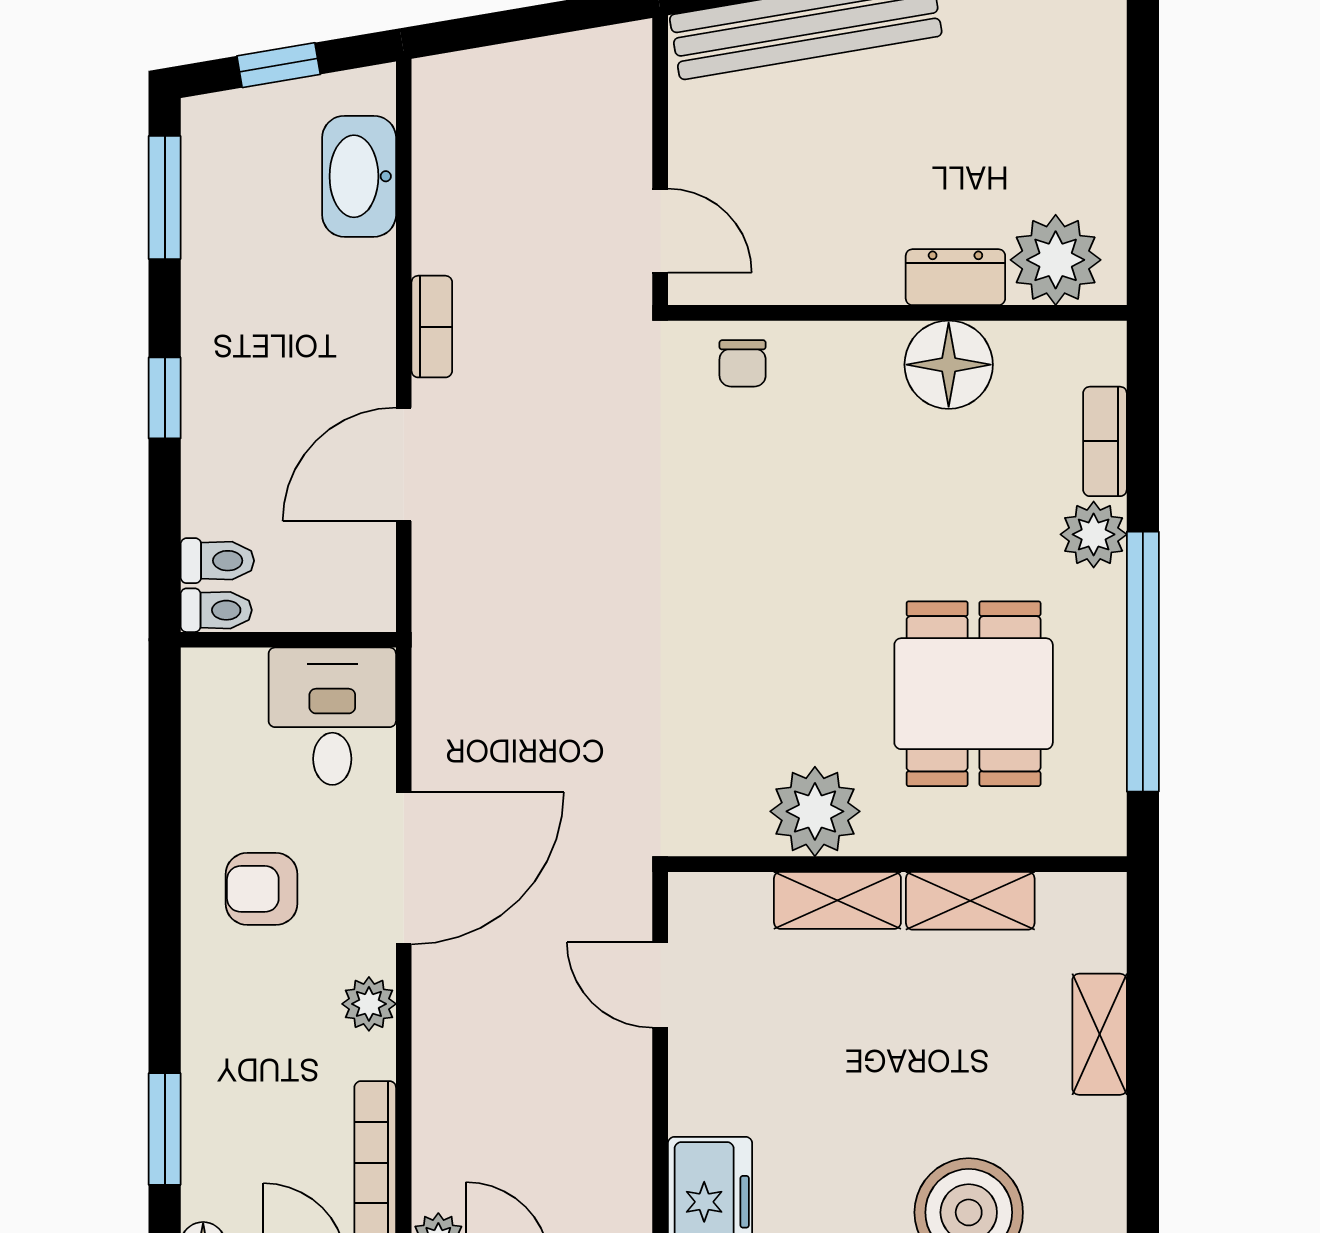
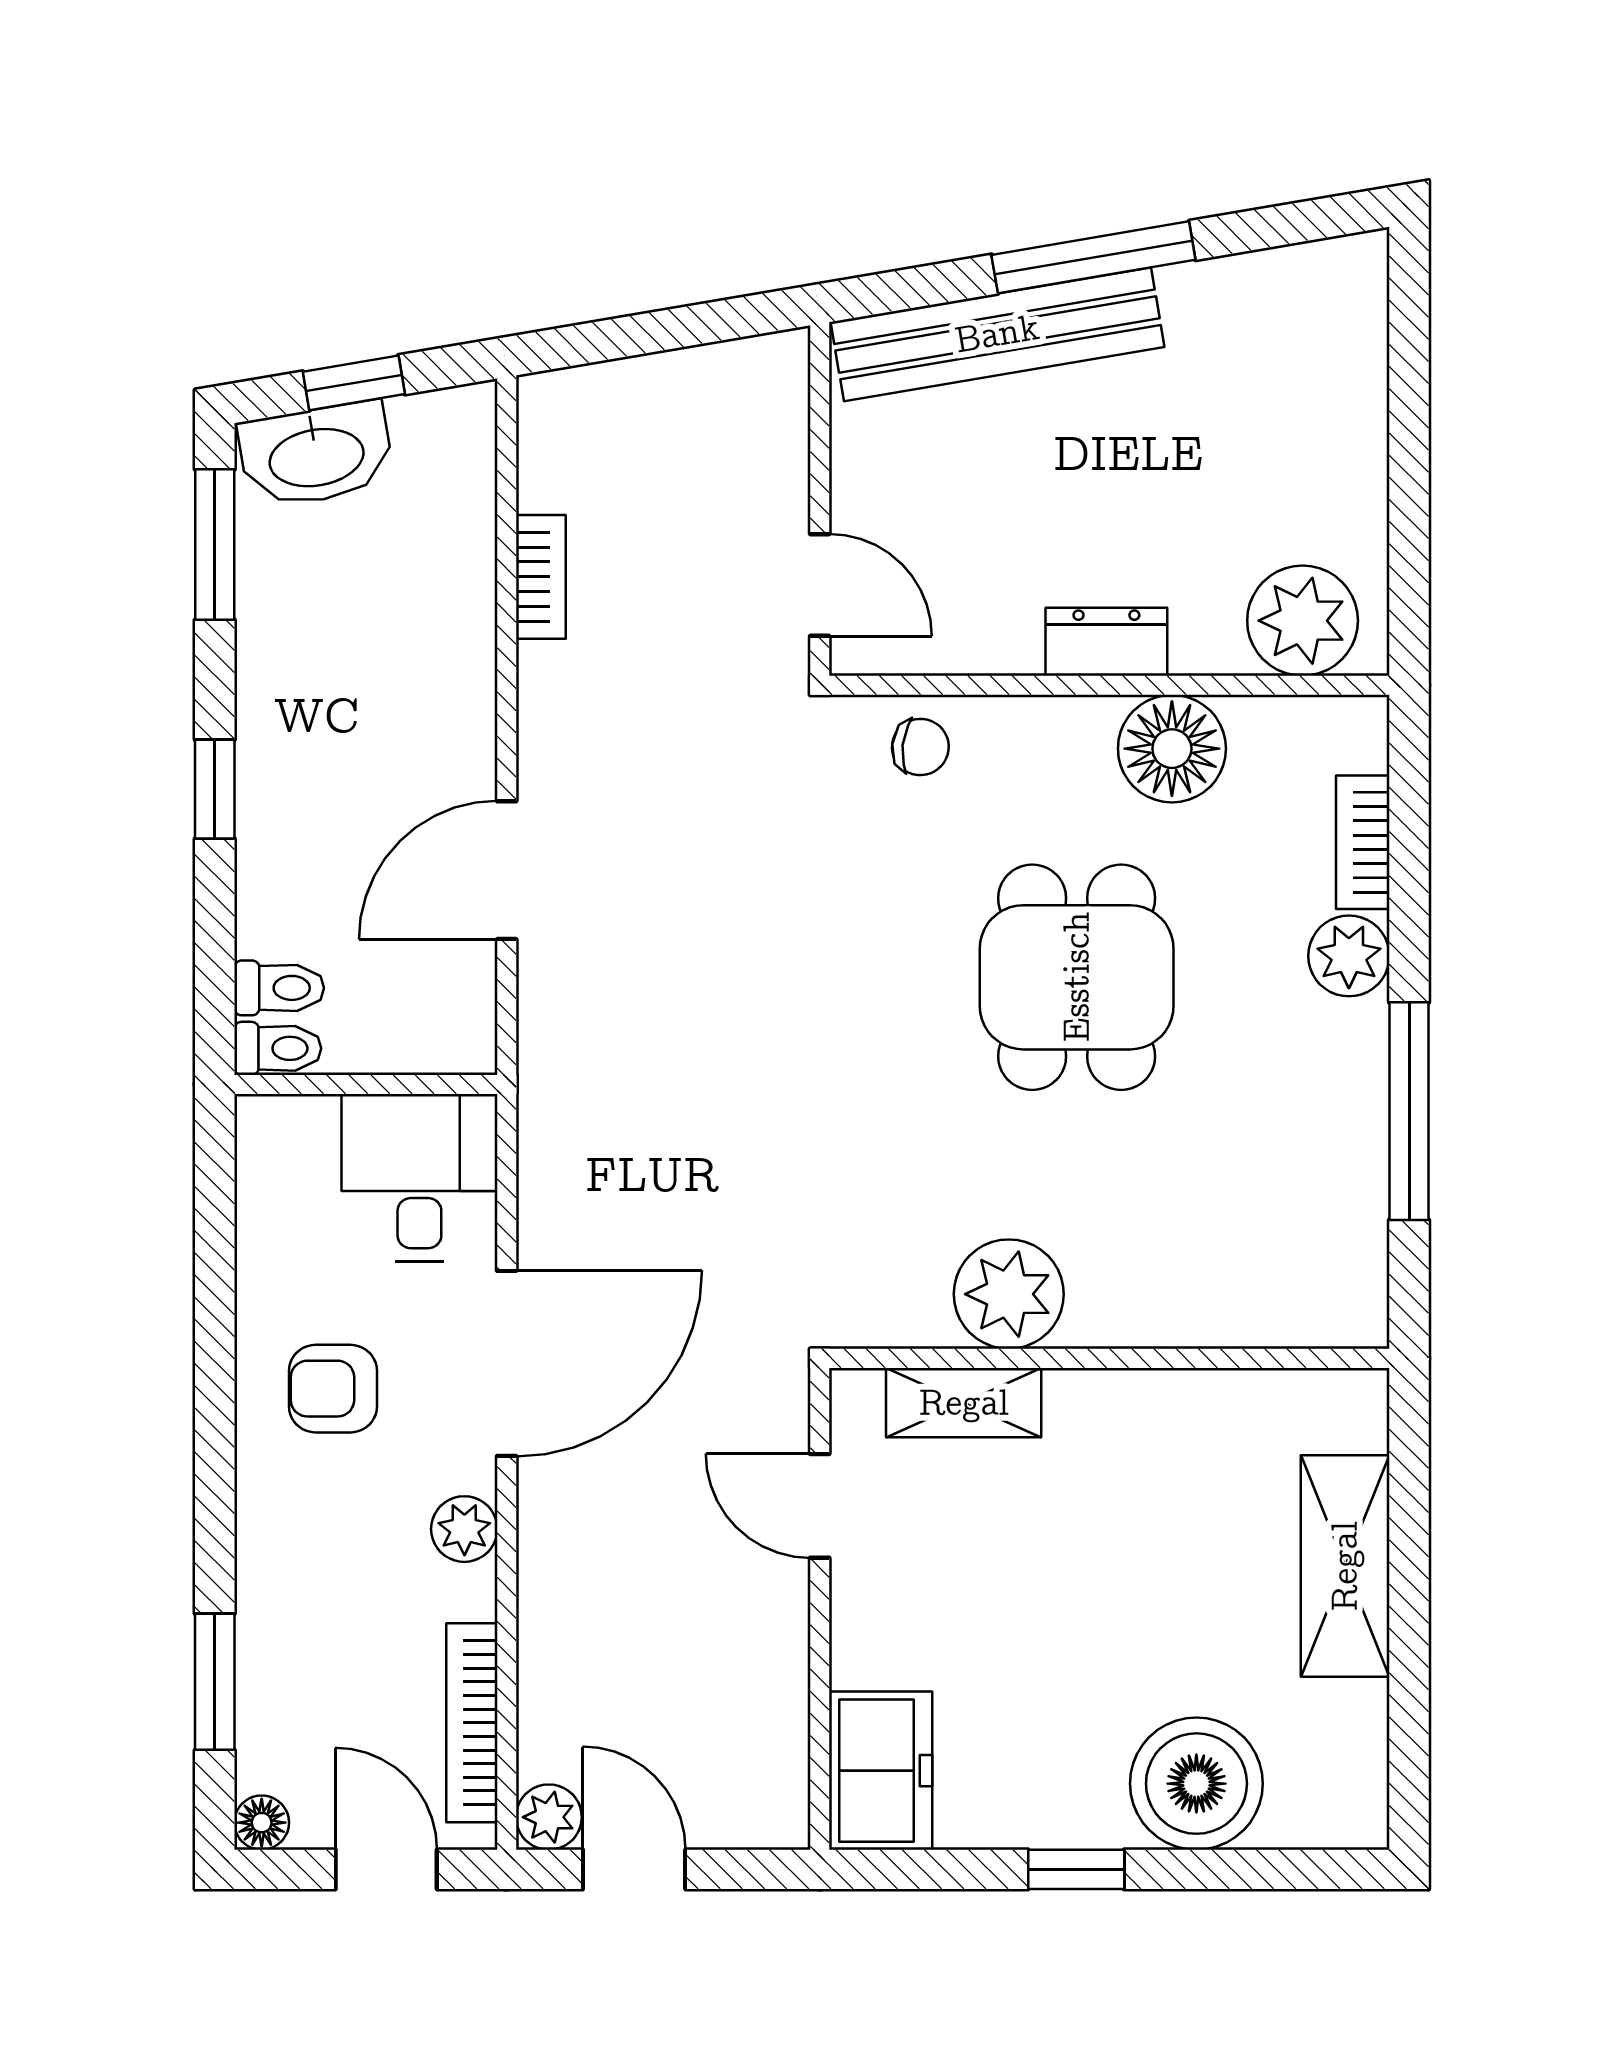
washbasin: (359, 176) -> (316, 455), moved, turned -100
dresser: (955, 277) -> (1106, 642), moved
bookcase: (432, 327) -> (541, 577), moved
chair: (743, 363) -> (920, 747), turned -84
window: (1143, 662) -> (1409, 1111), width x0.68
dining table: (974, 694) -> (1077, 977), moved
shelving: (837, 900) -> (964, 1403), moved
shelving: (970, 901) -> (1198, 1403), removed
shelving: (1100, 1034) -> (1345, 1566), width x1.50, depth x1.33

